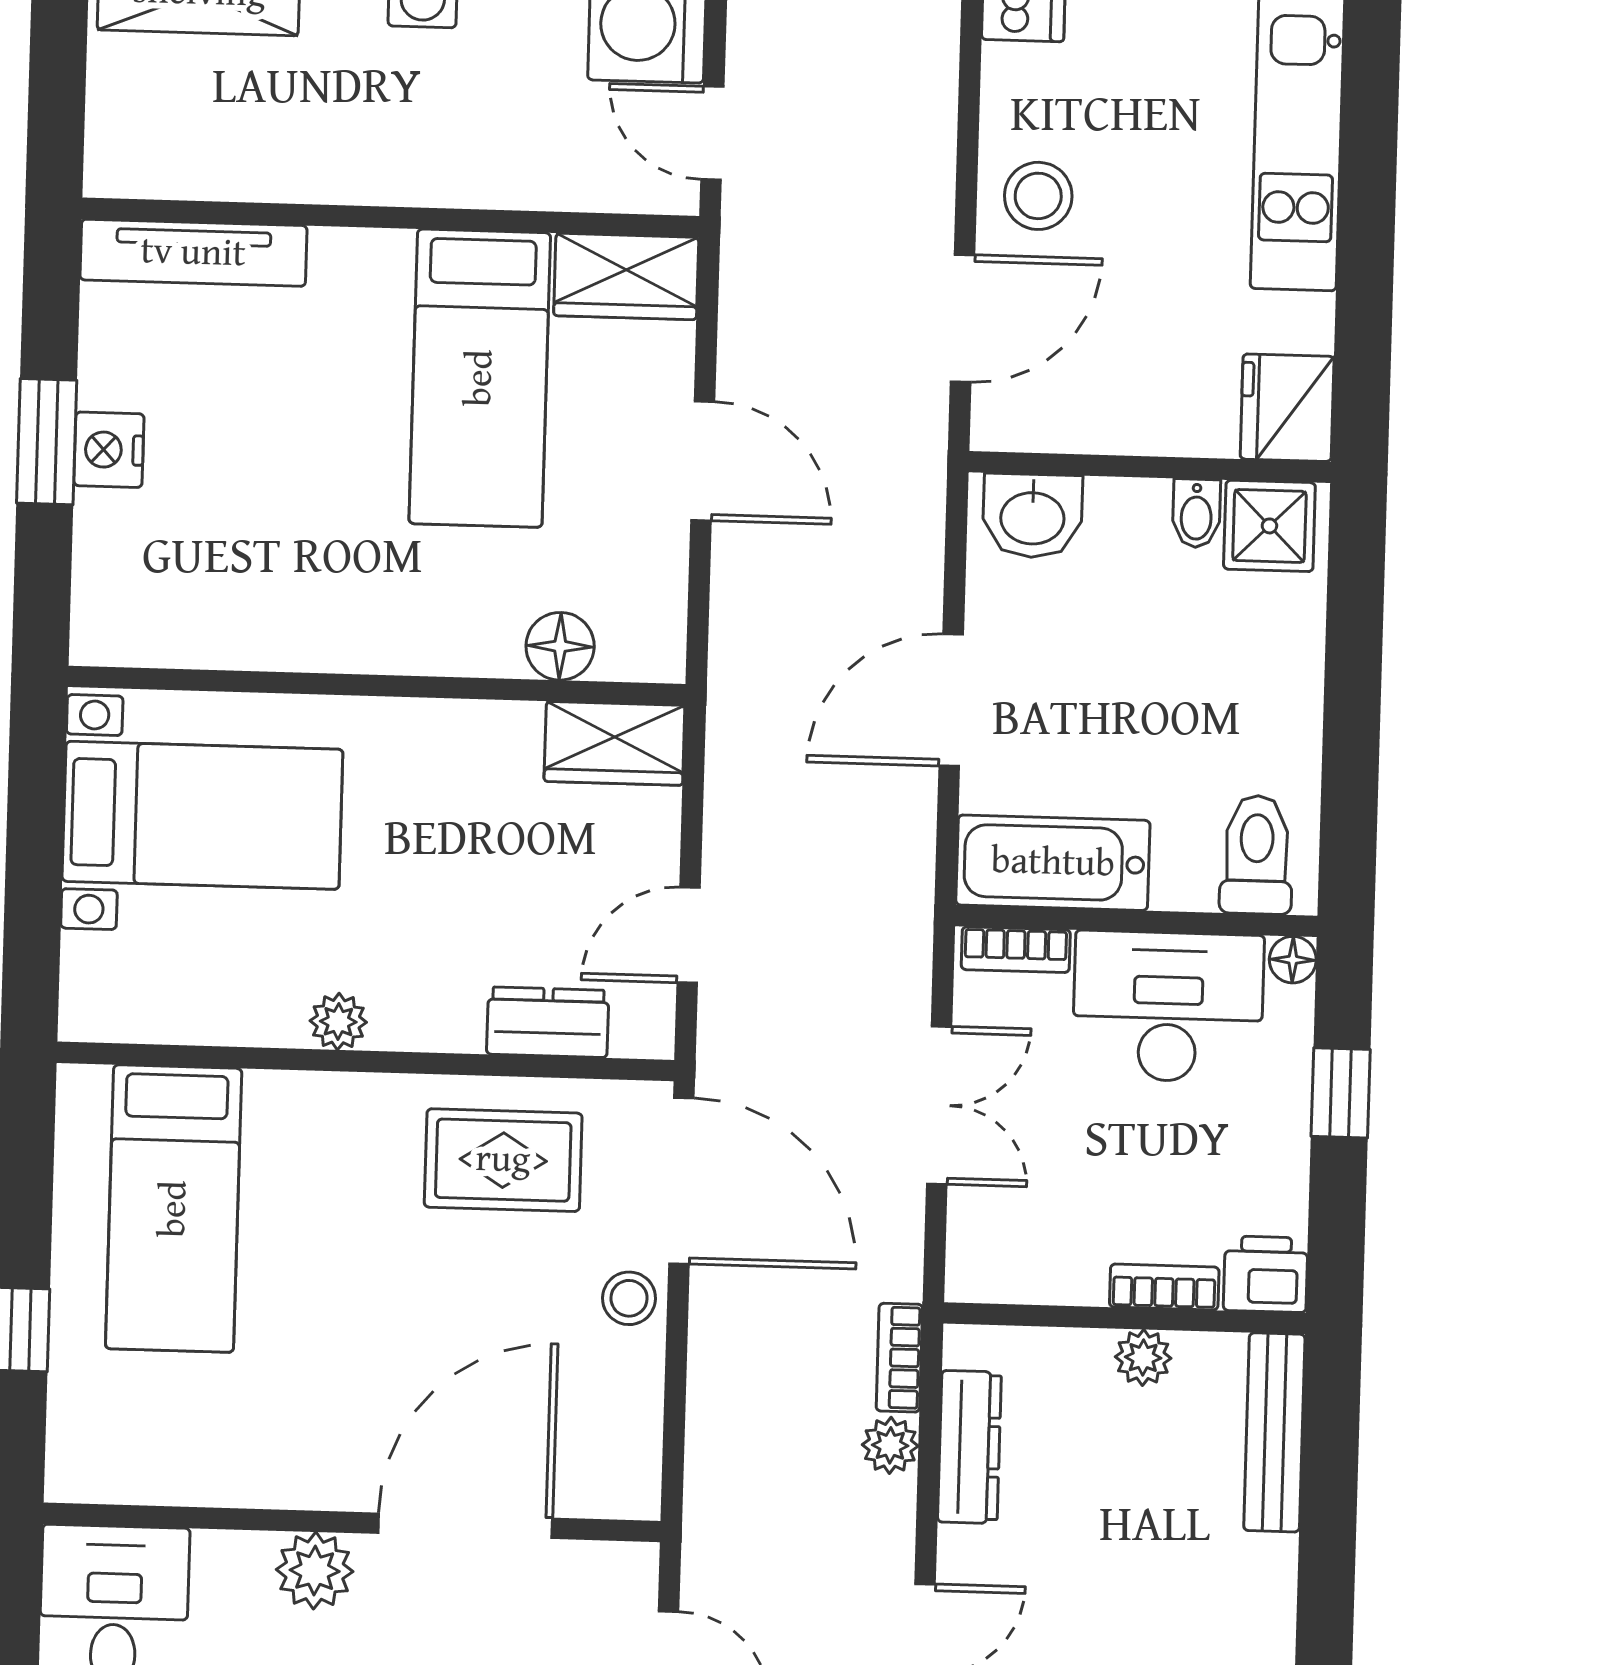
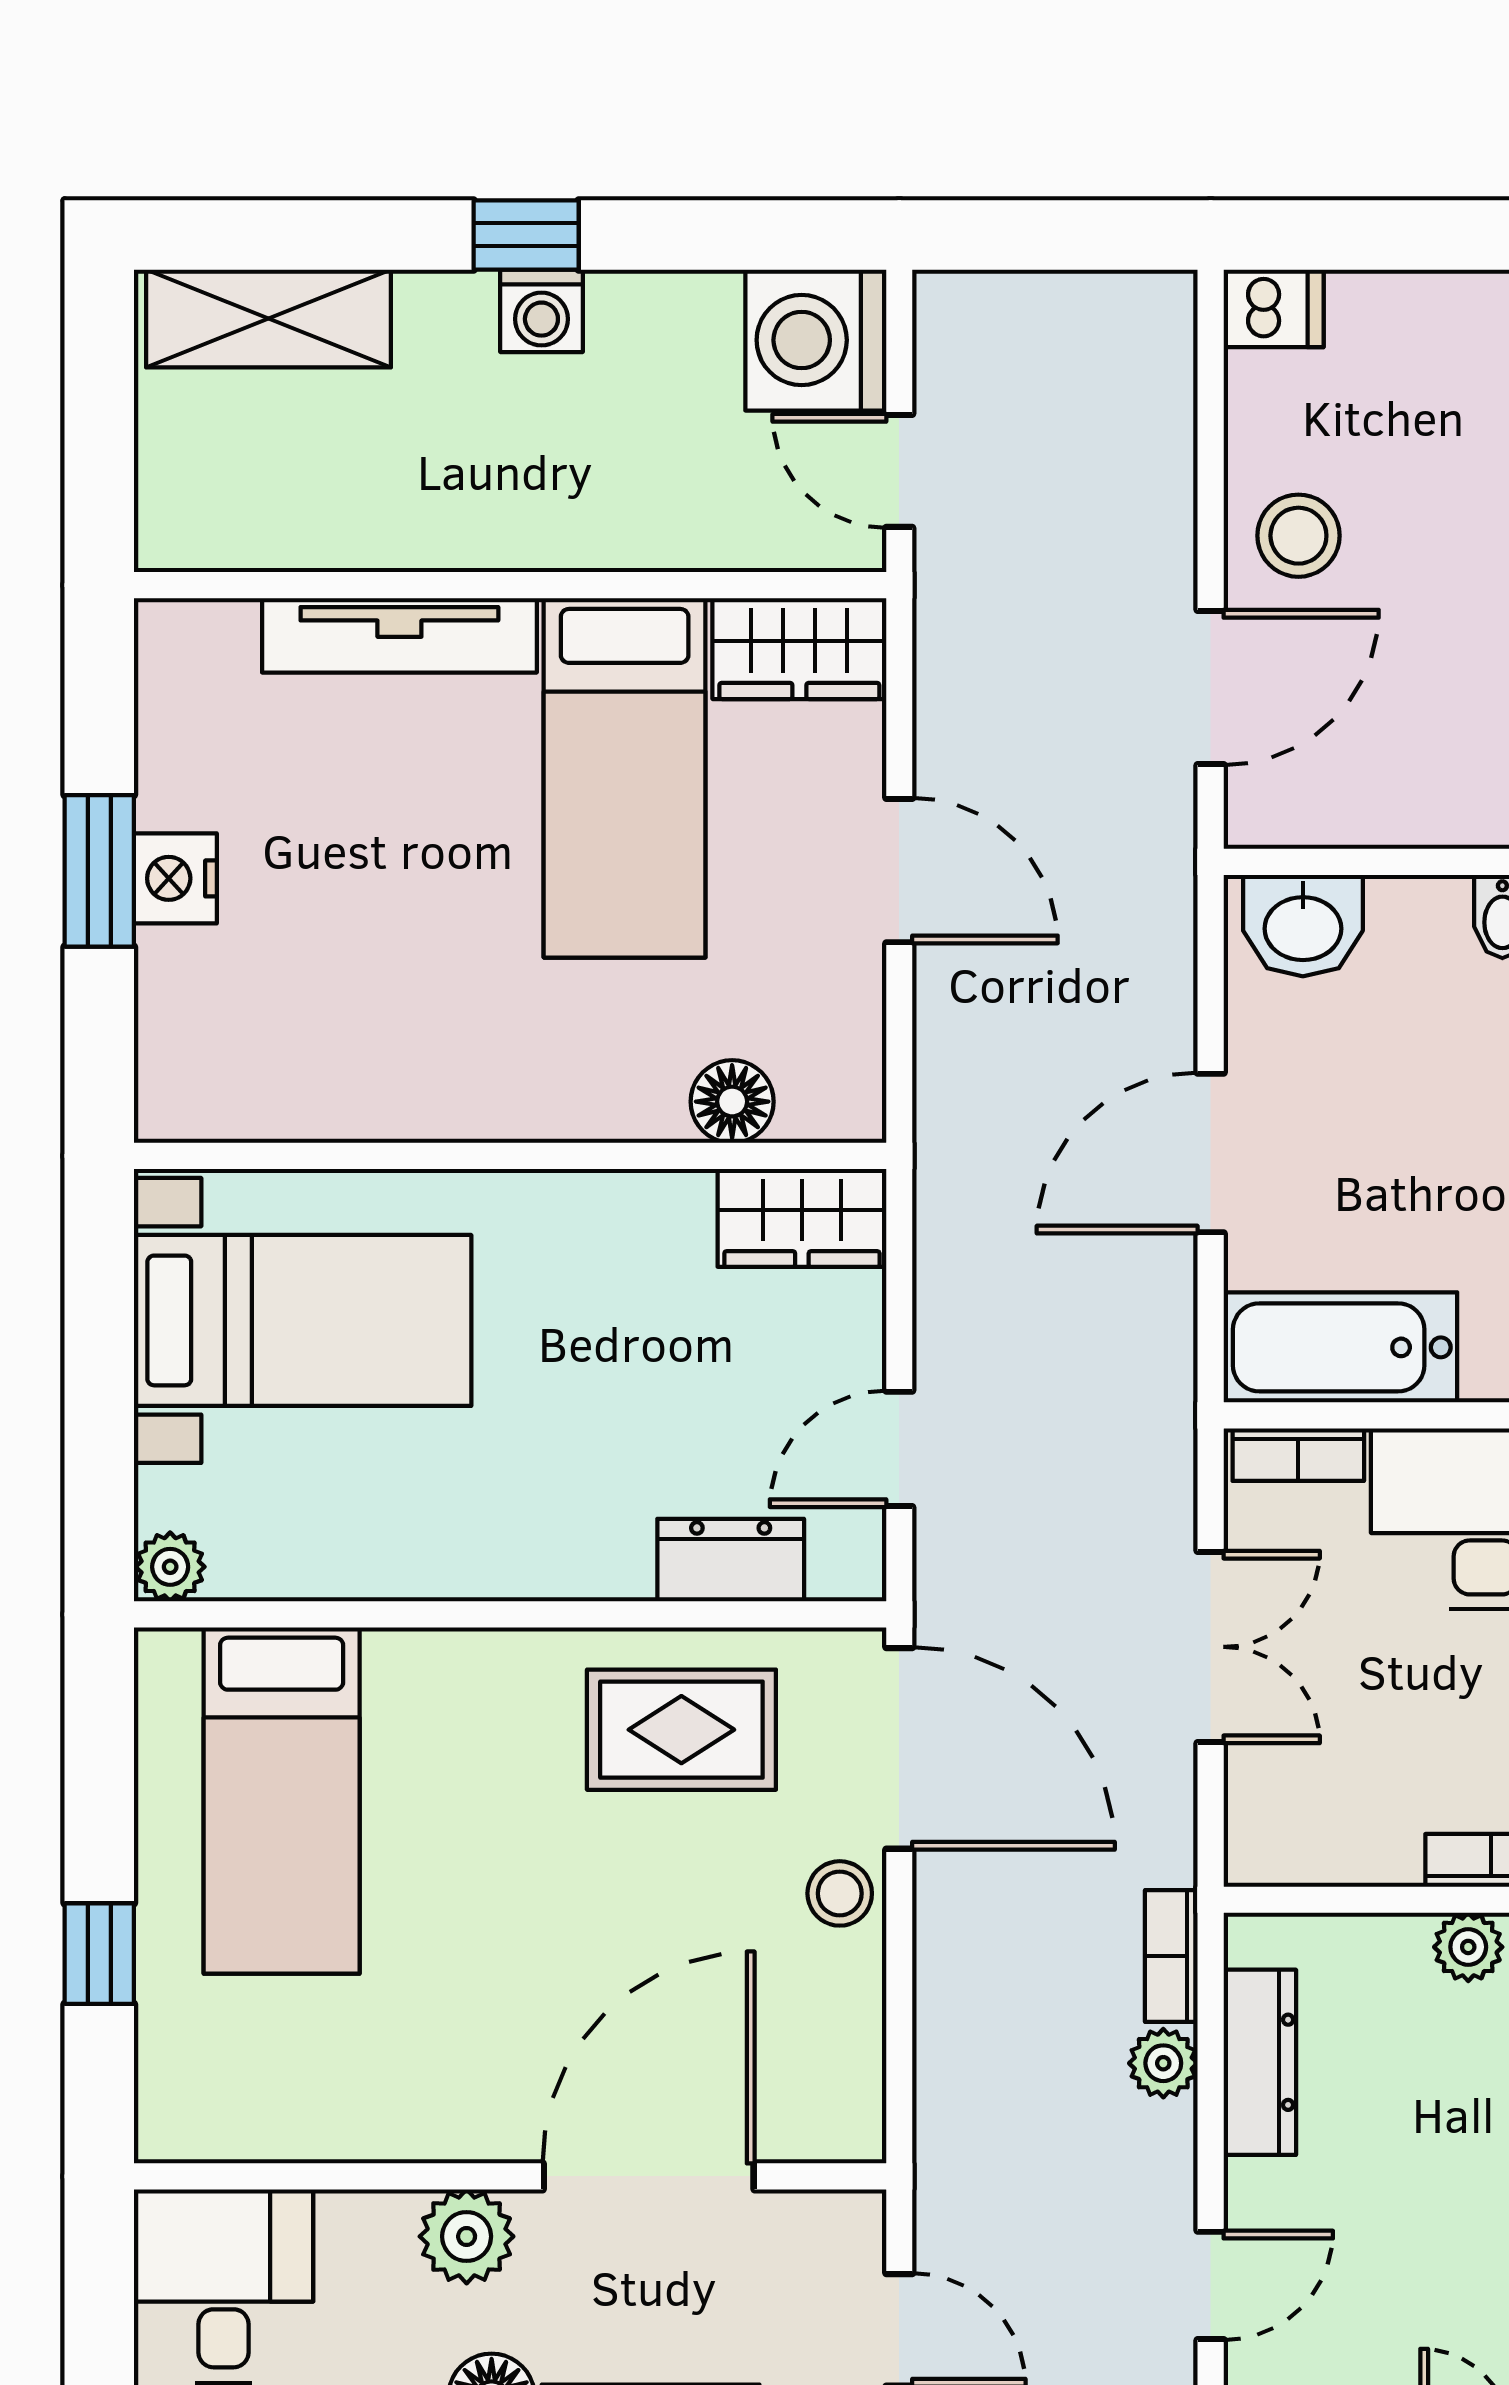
tv unit: (193, 253) -> (399, 635), moved
plant: (338, 1022) -> (170, 1567), moved

